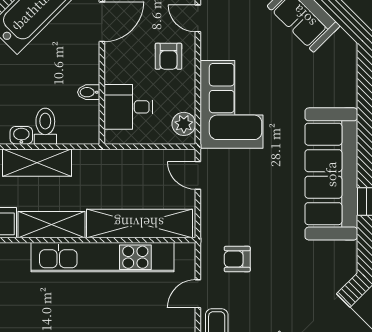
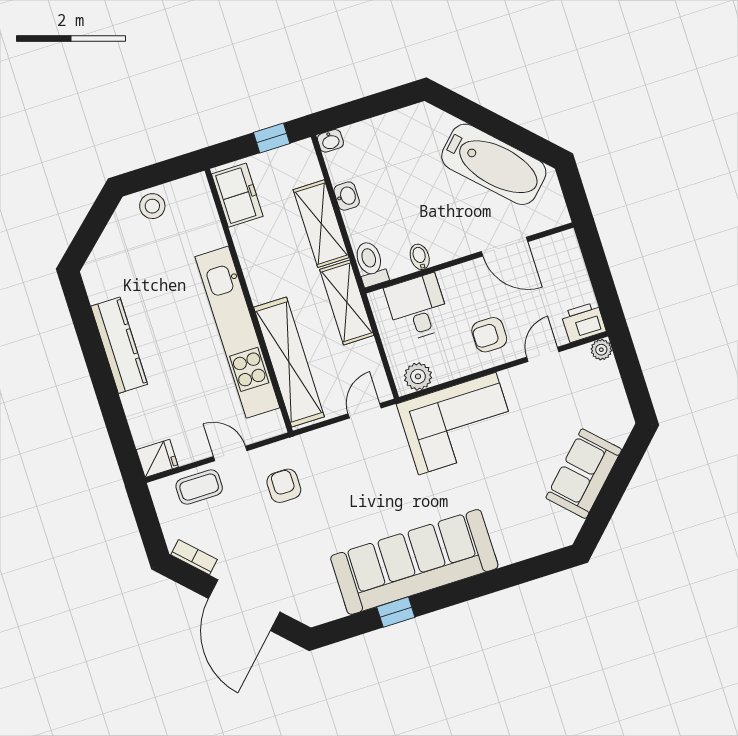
toilet: (45, 126) -> (371, 264), moved, turned -90
shelving: (51, 225) -> (347, 302), moved

